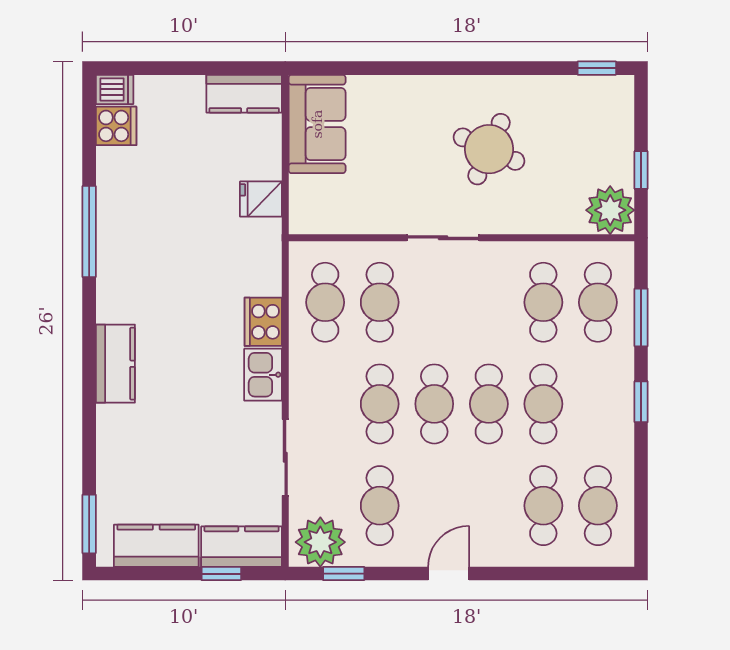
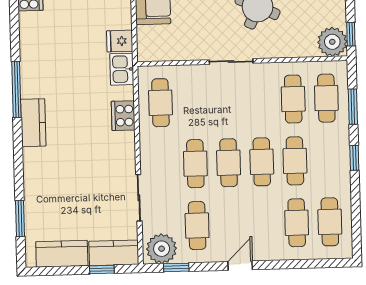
window: (641, 170) -> (351, 34), moved
window: (89, 232) -> (16, 89), moved
cafe table: (380, 302) -> (194, 102), removed
kitchen counter: (115, 364) -> (33, 123), moved
kitchen sink: (263, 375) -> (122, 69), moved
window: (89, 524) -> (20, 219), moved

